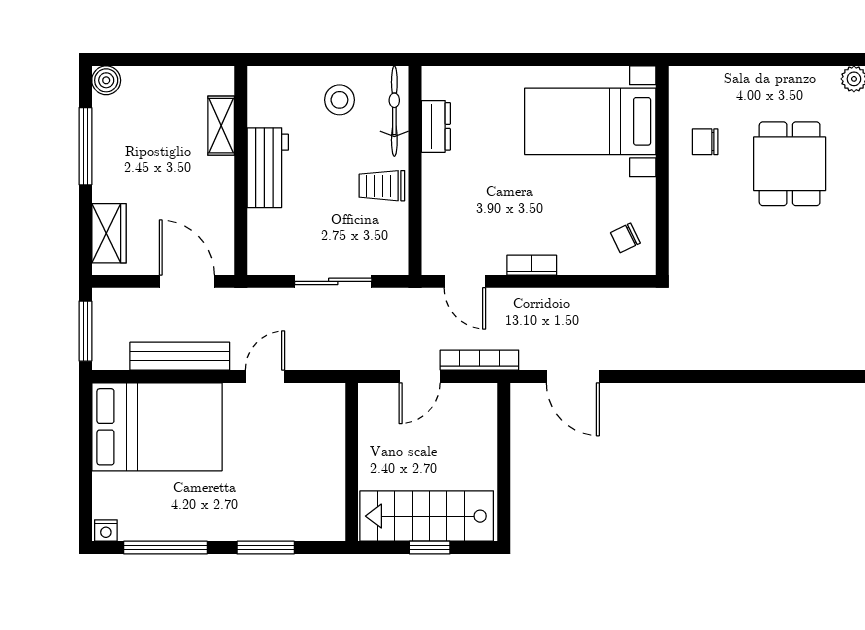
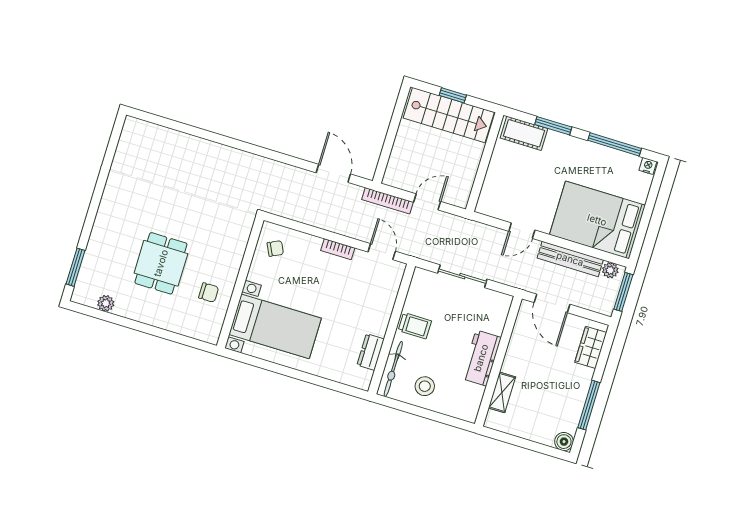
plant: (115, 357) -> (610, 270), added
cot: (306, 523) -> (524, 133), added

